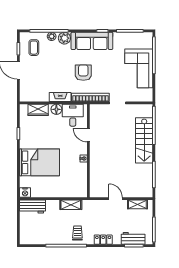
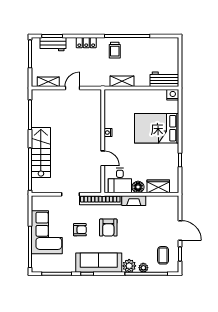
armchair: (109, 71) -> (80, 230), added
door: (116, 199) -> (72, 88), swing flipped

